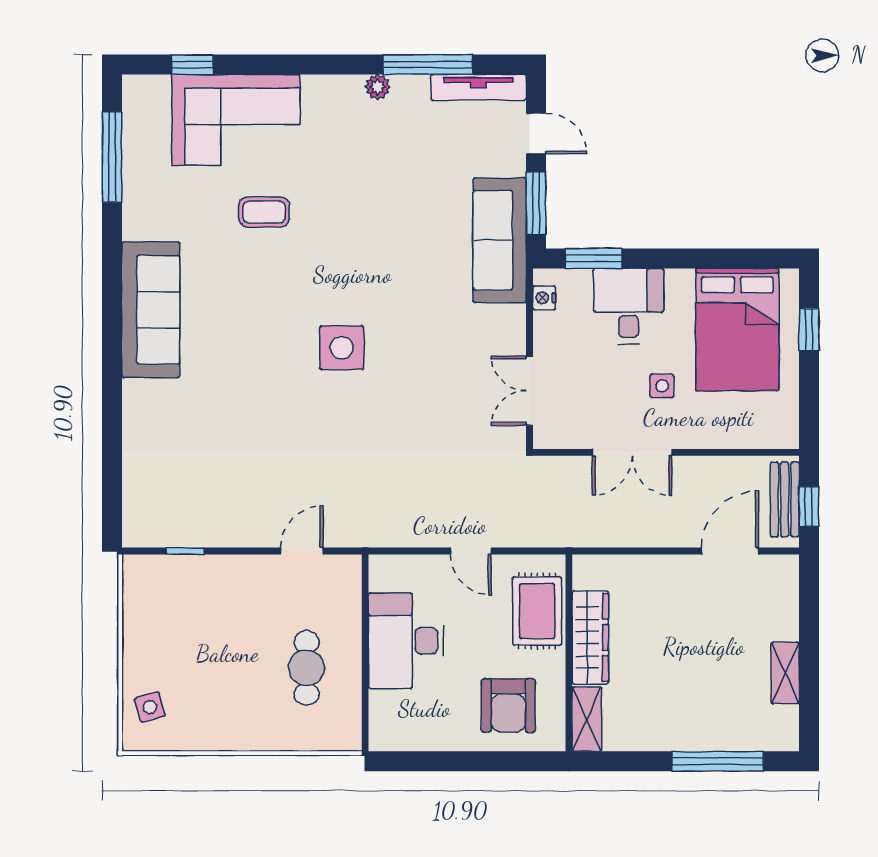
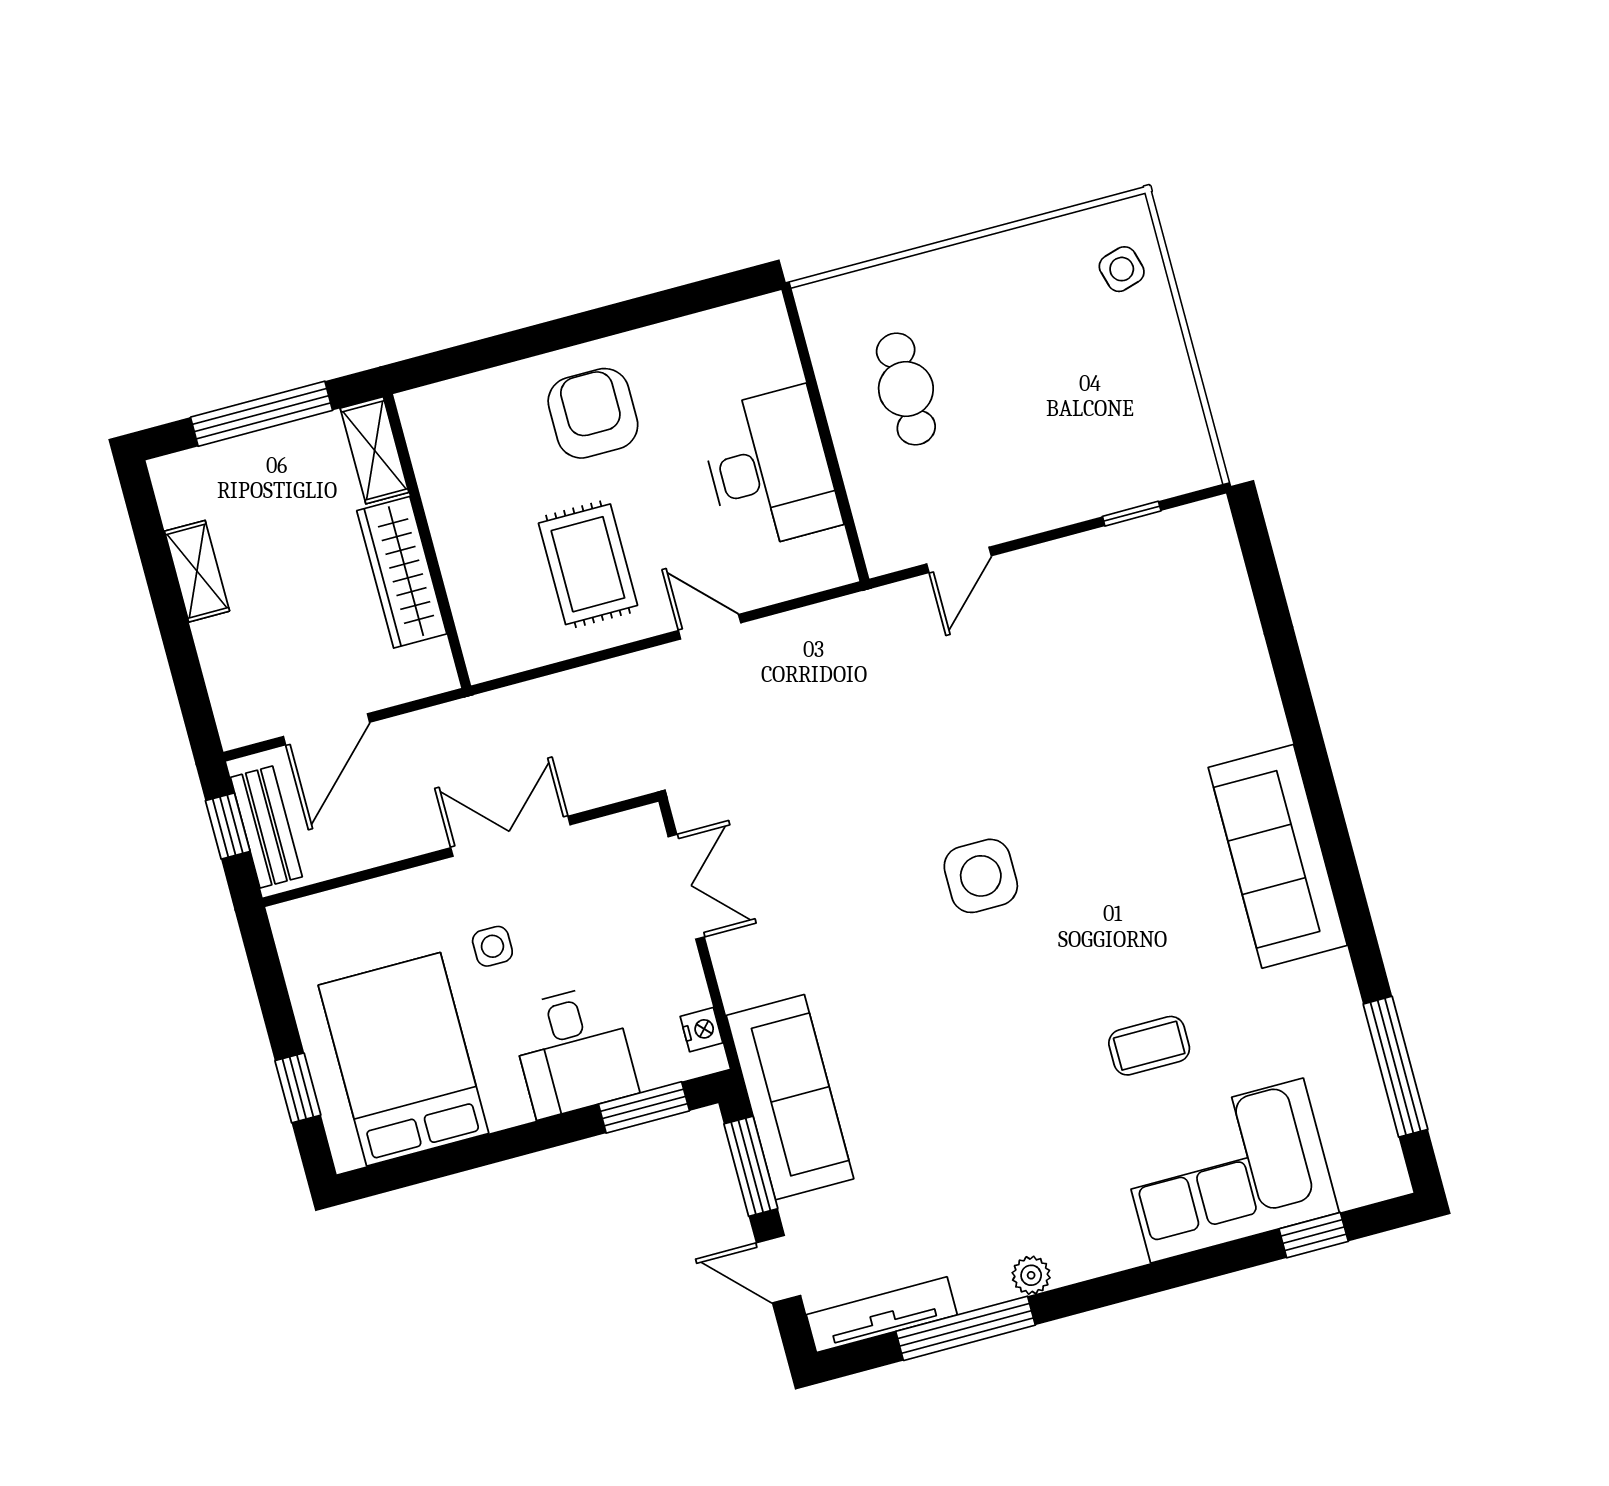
wardrobe: (590, 637) -> (402, 572), moved
wall: (569, 653) -> (427, 541), moved
shelving: (587, 719) -> (375, 450), moved

